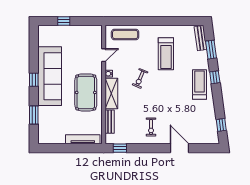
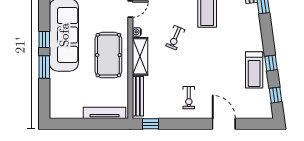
window: (215, 77) -> (271, 63), moved
treadmill: (199, 84) -> (254, 70), moved, turned 180
window: (34, 115) -> (44, 67), moved
bench: (110, 122) -> (138, 96), width x1.36

